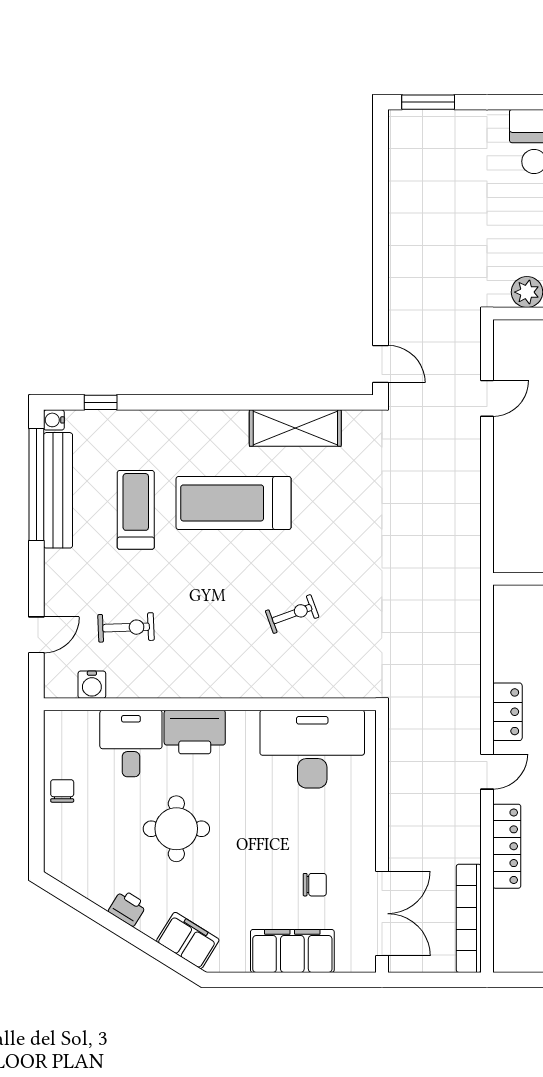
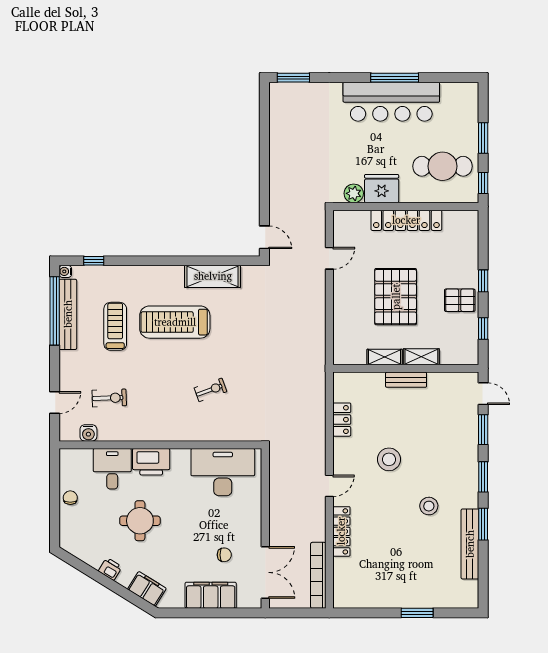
locker: (507, 712) -> (342, 420), moved

